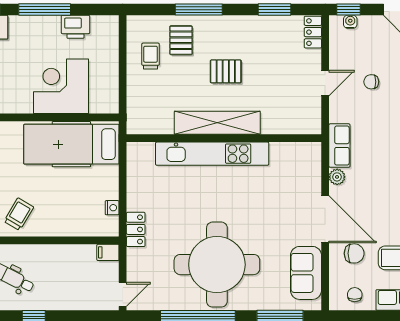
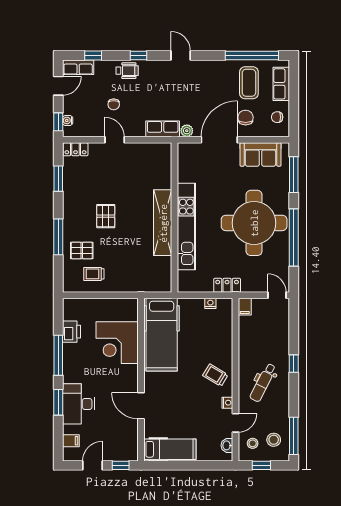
shelving: (217, 123) -> (163, 223), moved
wall: (224, 138) -> (174, 218), moved
kitchen unit: (212, 154) -> (186, 227), moved

